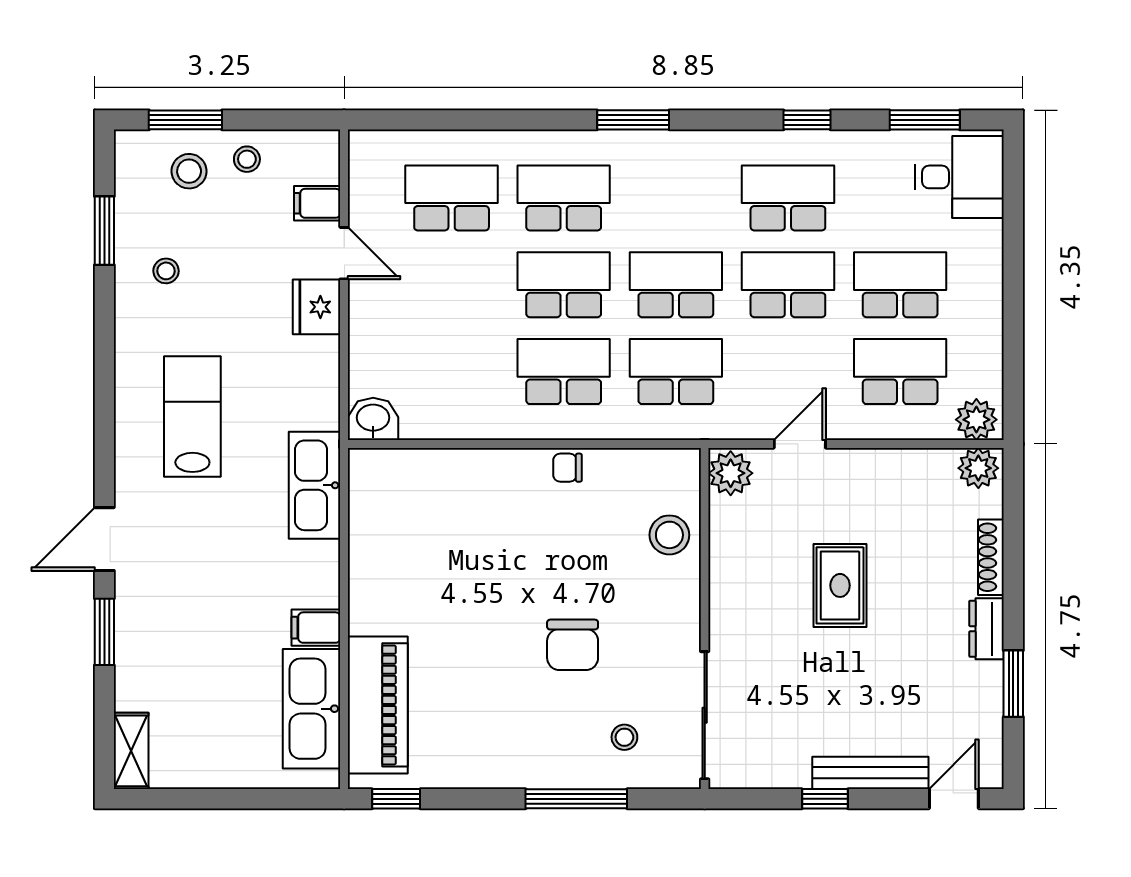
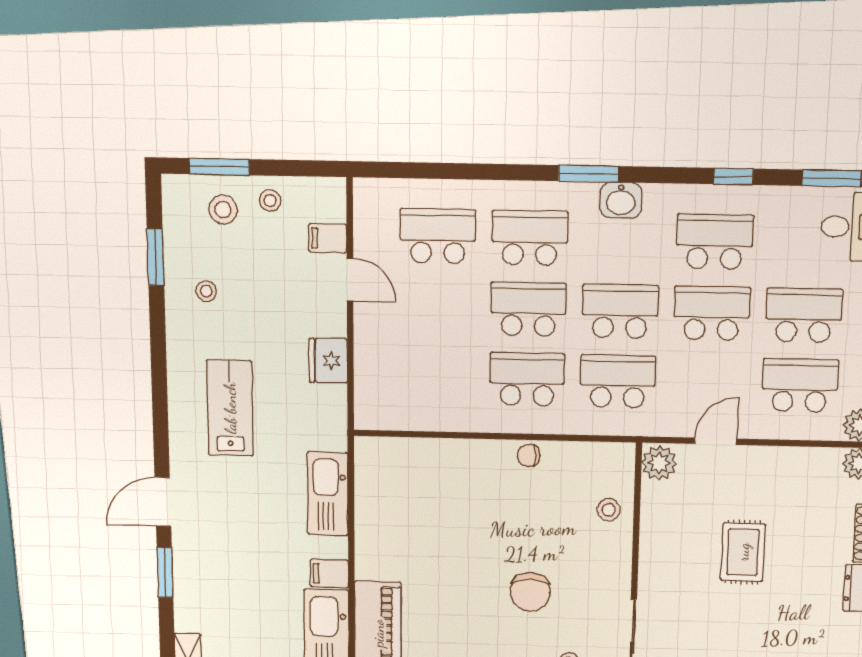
fridge: (317, 307) -> (328, 361), moved
washbasin: (373, 419) -> (621, 200), moved, turned 180
kitchen sink: (315, 485) -> (328, 494), moved
stool: (669, 535) -> (609, 510), width x0.73, depth x0.73

